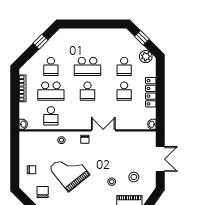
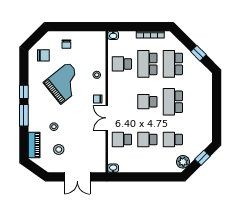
school desk: (51, 66) -> (173, 64), width x1.85
locker: (151, 92) -> (146, 167), removed
school desk: (124, 116) -> (122, 140), added
double door: (103, 130) -> (107, 118), swing flipped

